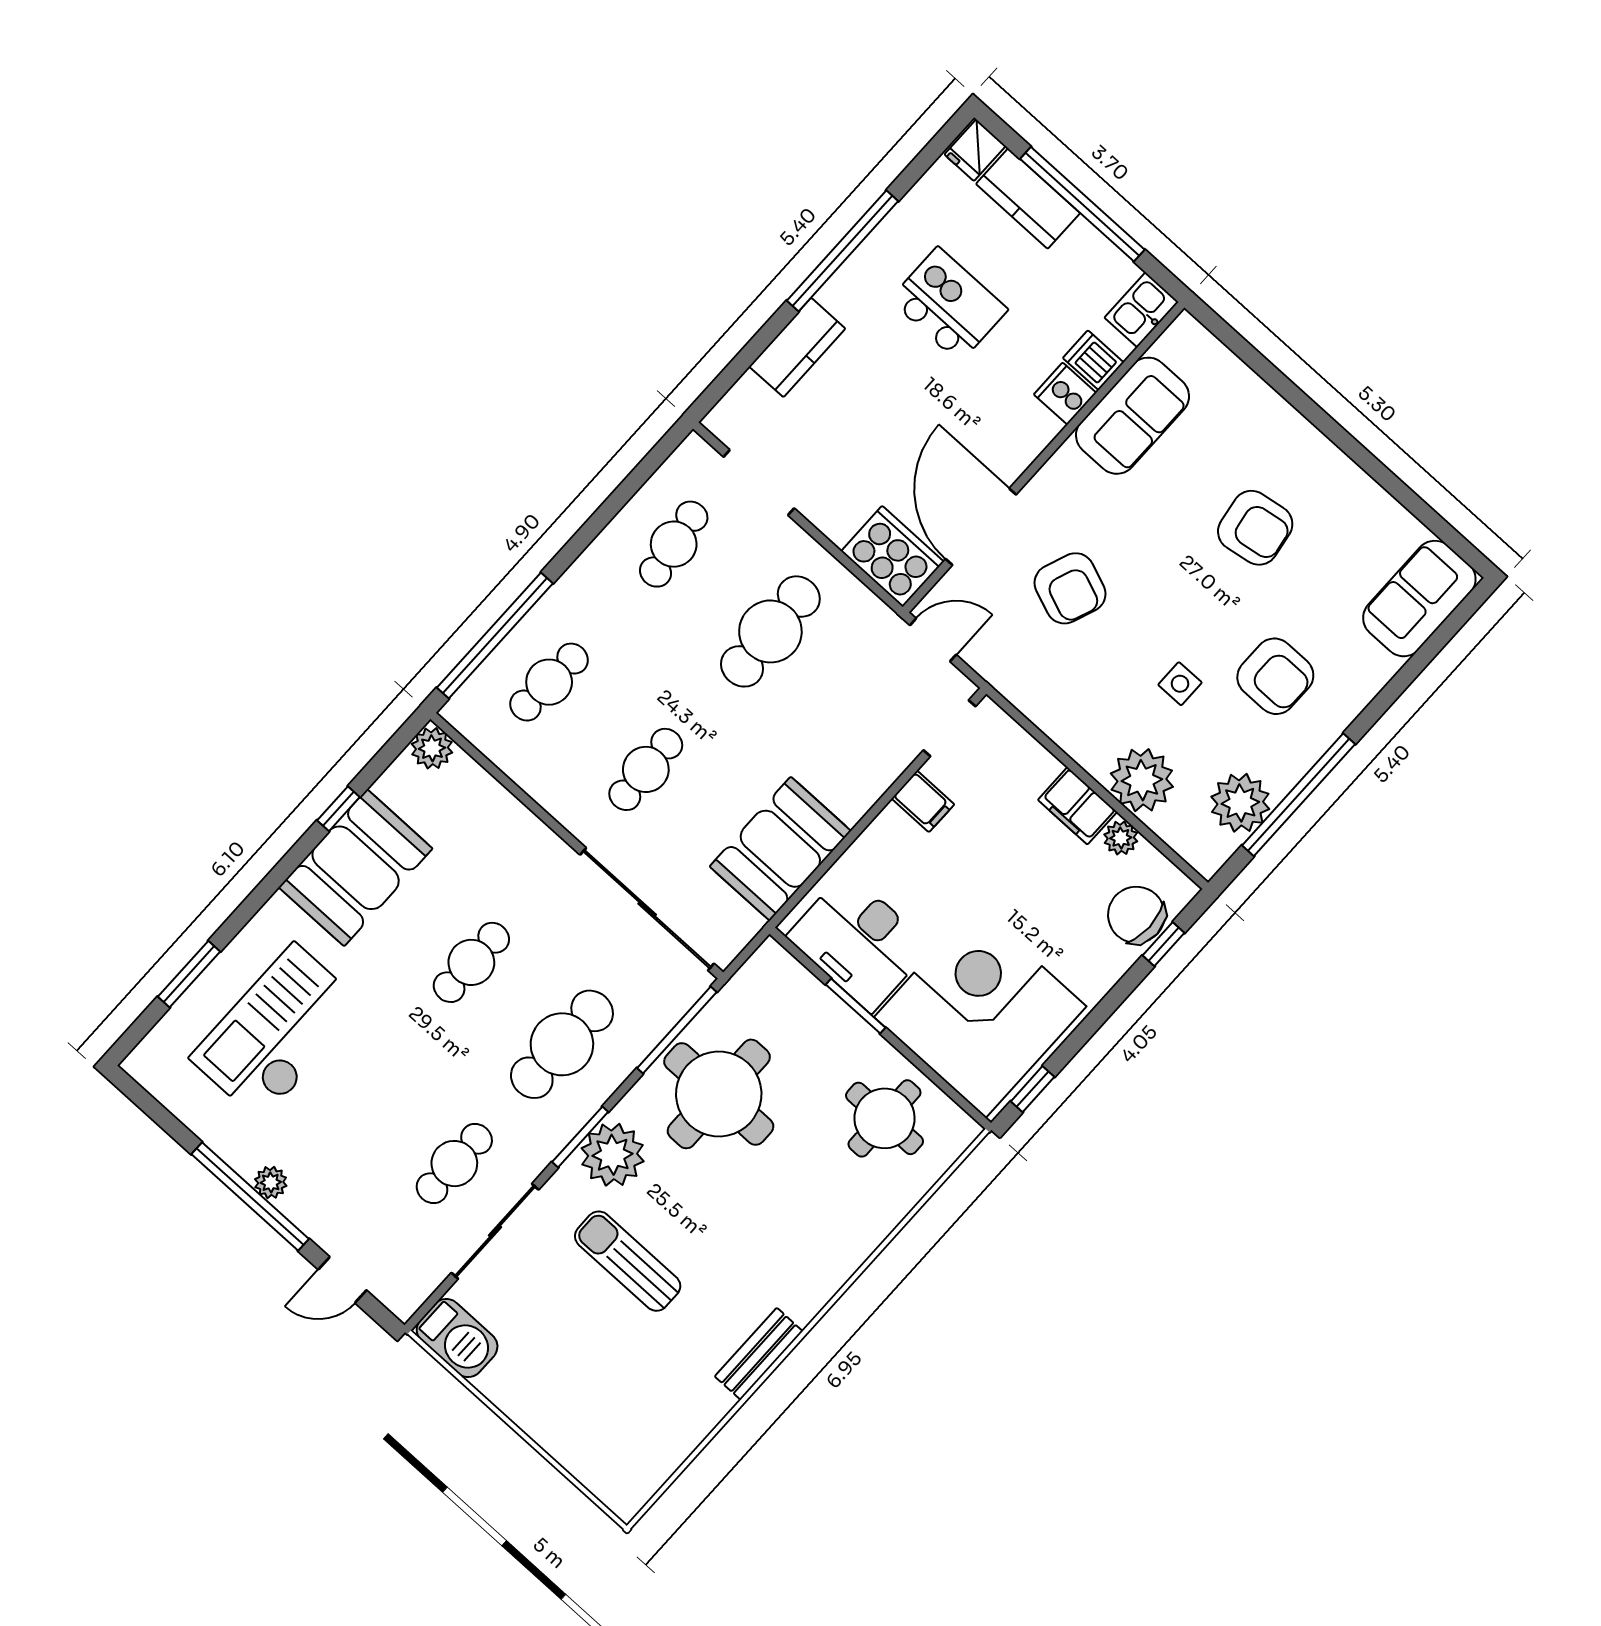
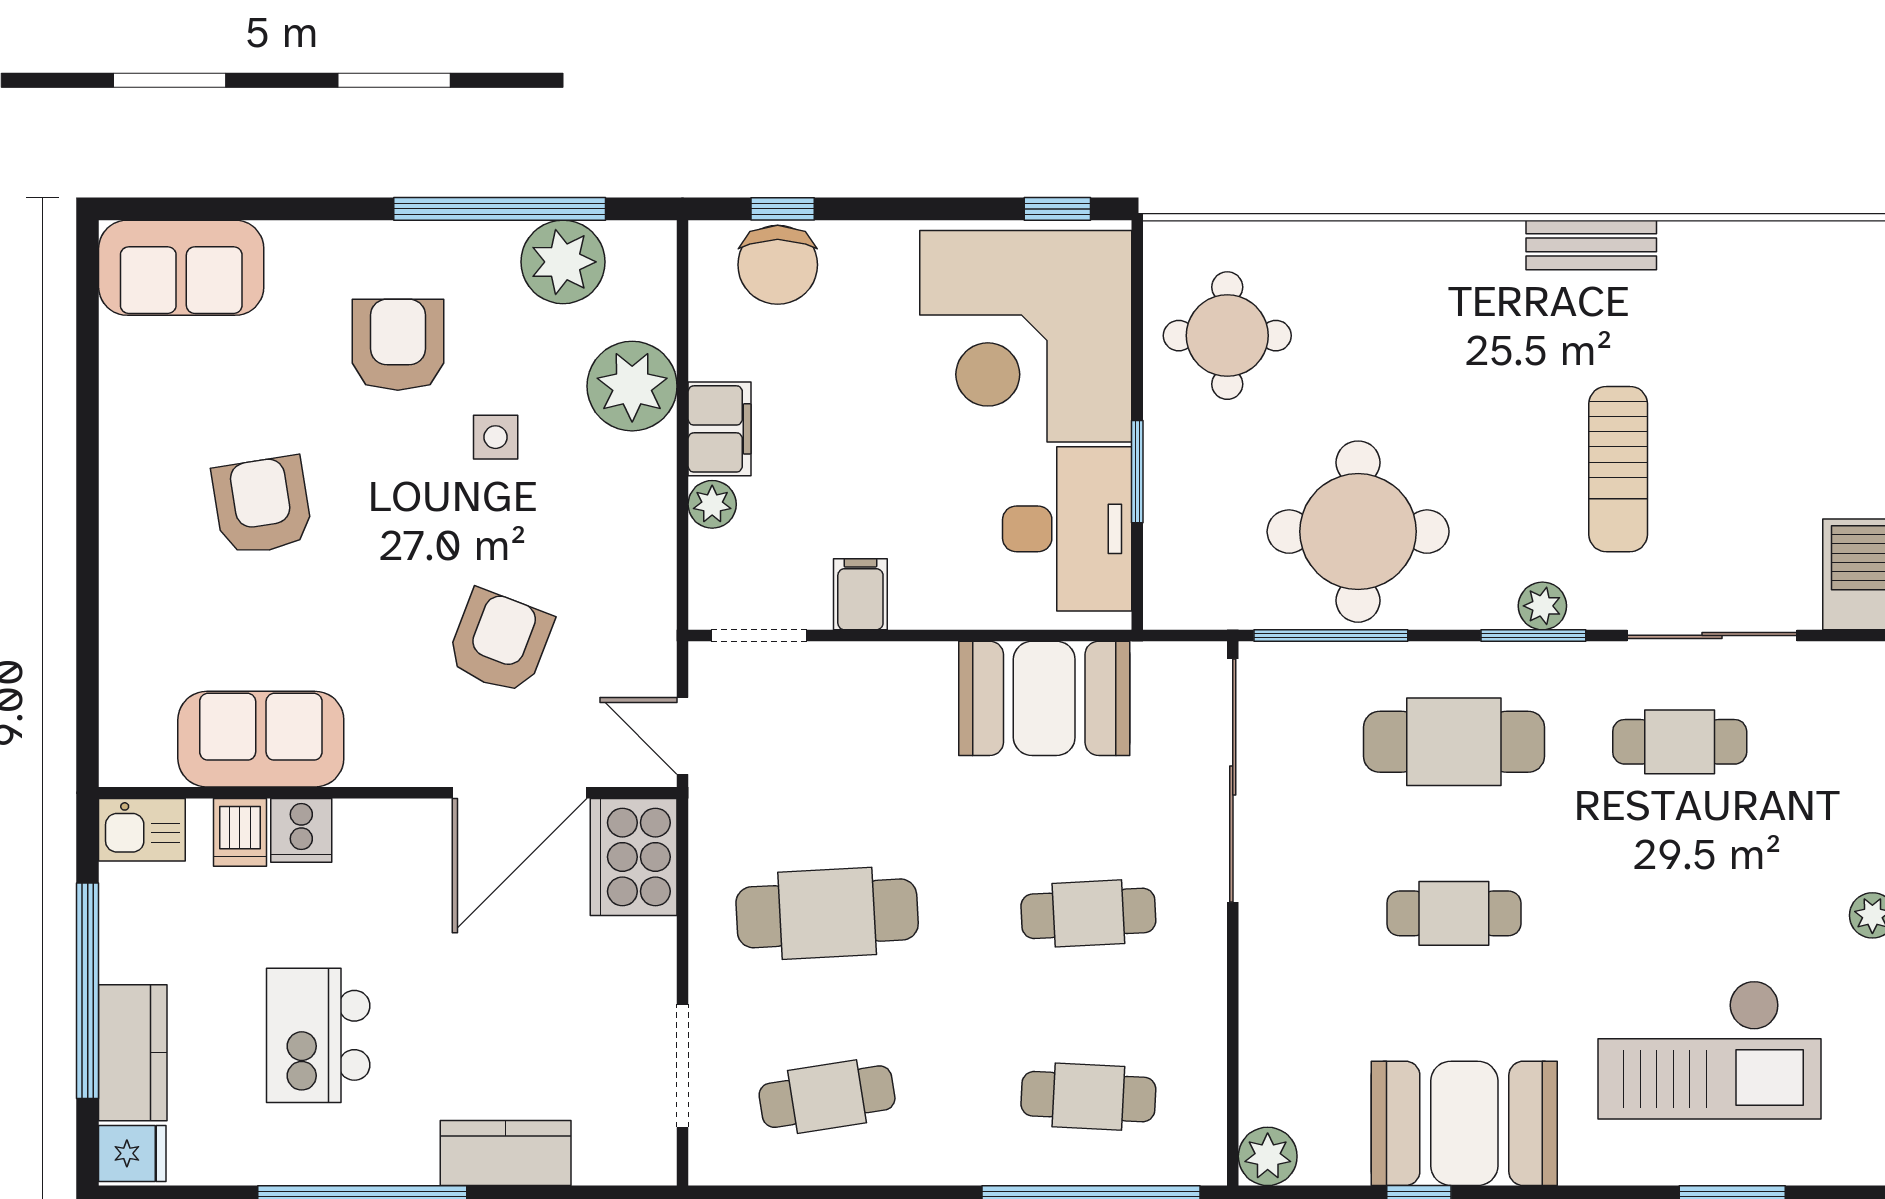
plant: (1121, 838) -> (712, 504), moved
plant: (613, 1155) -> (1542, 606), width x0.53, depth x0.53

